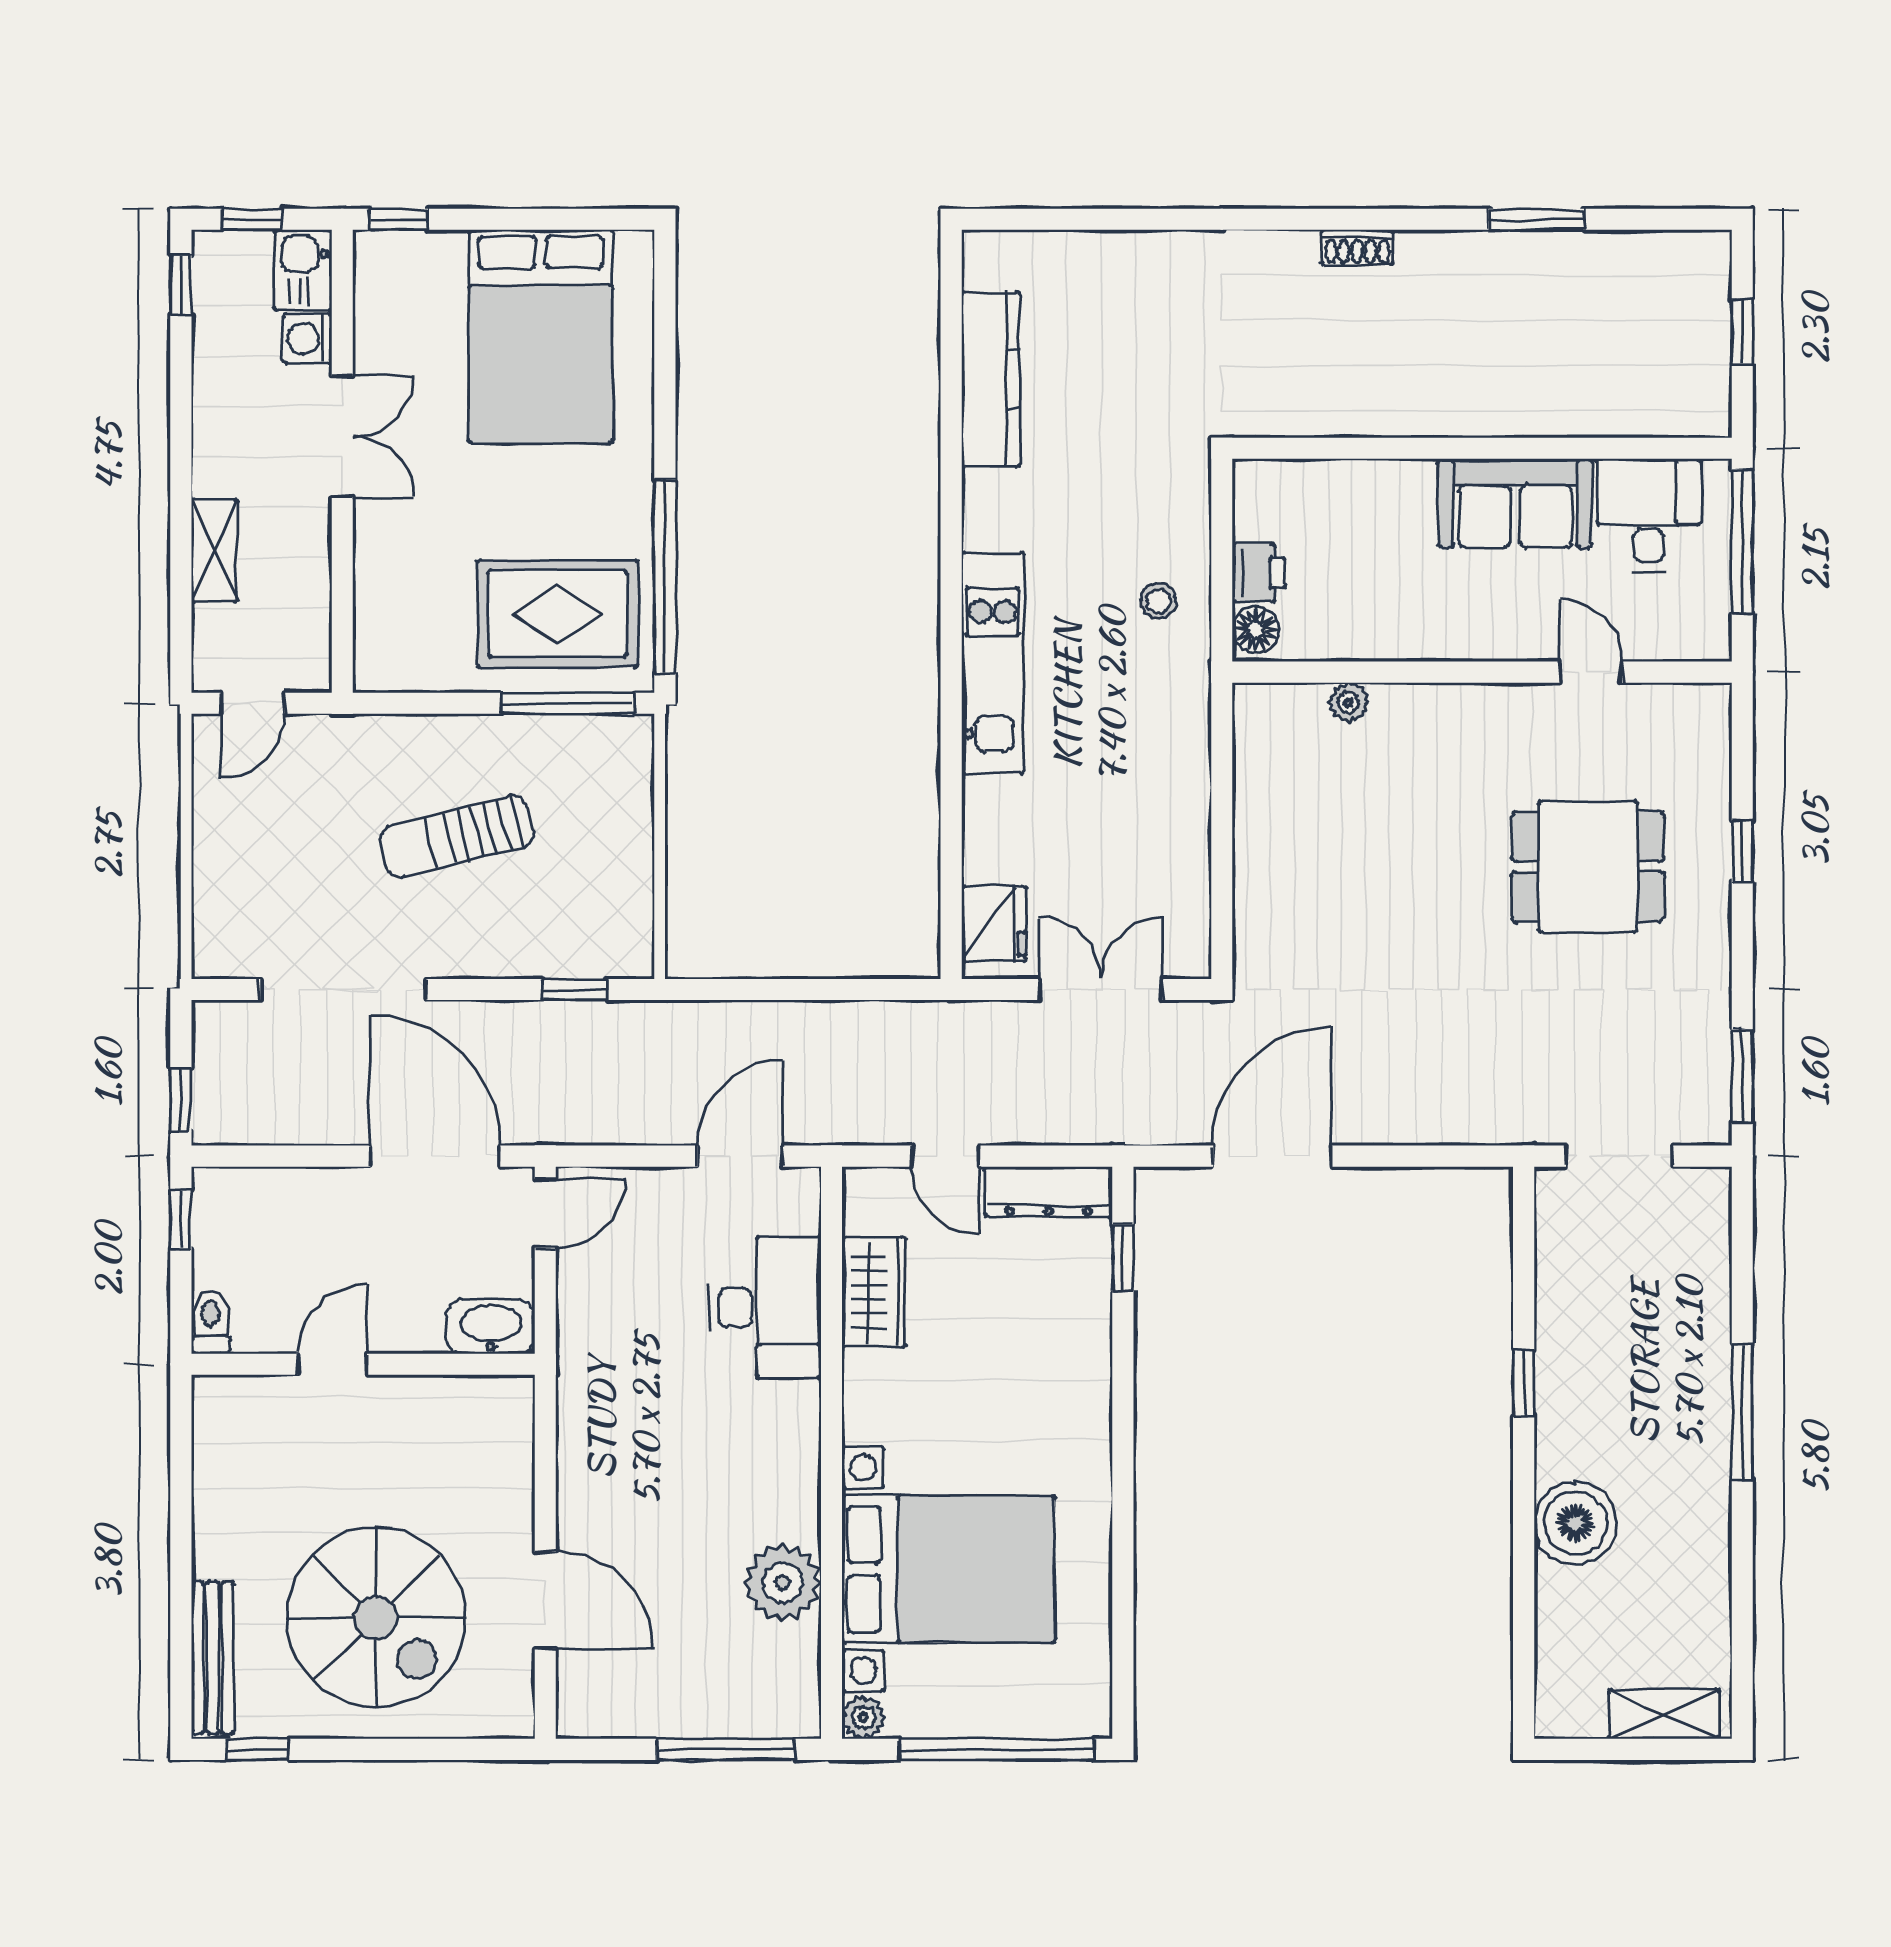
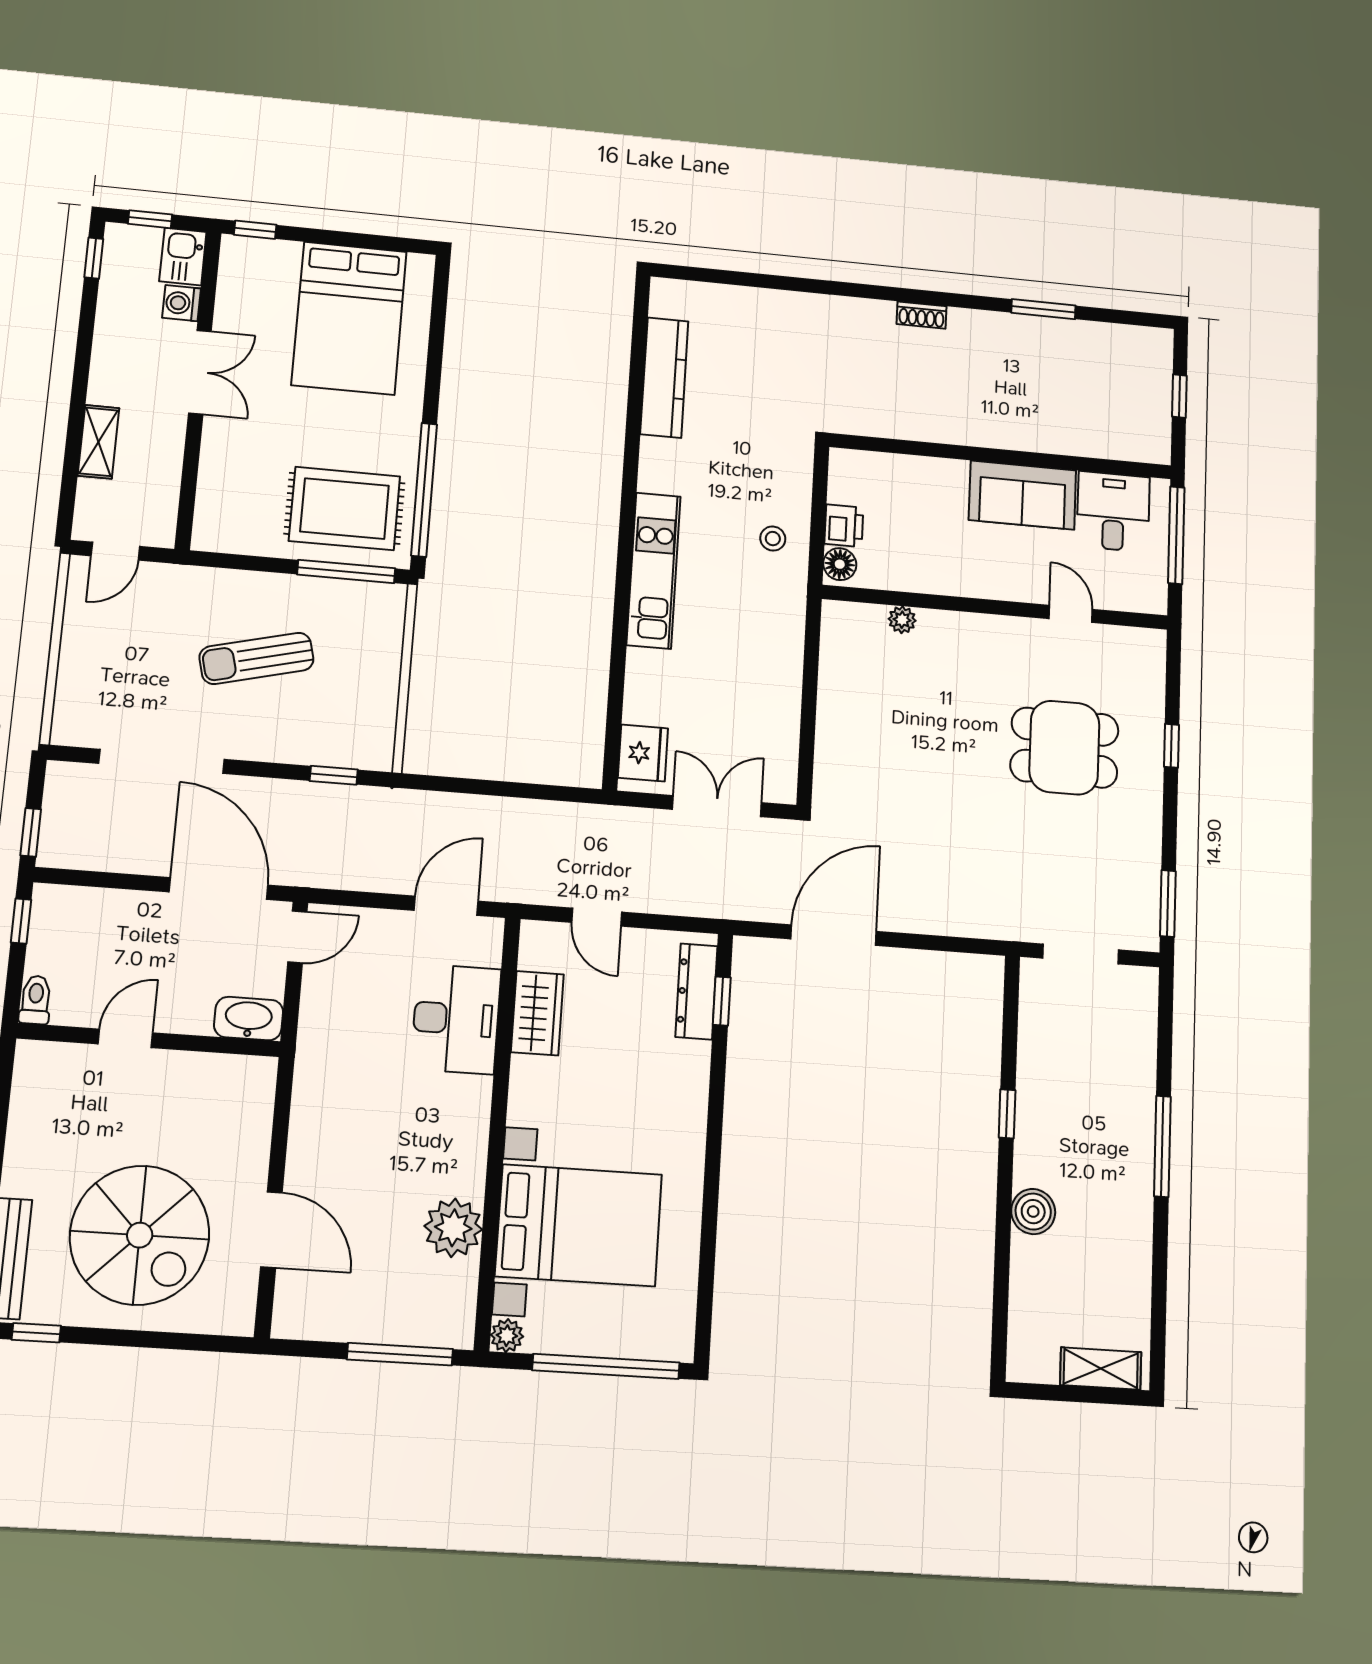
dresser: (1049, 1192) -> (696, 992), moved, turned 90
boiler: (1575, 1523) -> (1033, 1212), width x0.73, depth x0.73

